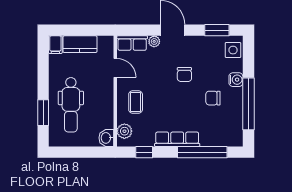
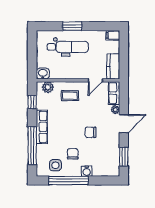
kitchen counter: (80, 44) -> (113, 66), moved
side table: (233, 50) -> (55, 165), moved
dental chair: (71, 105) -> (68, 47), turned 180
window: (43, 113) -> (72, 26), moved

